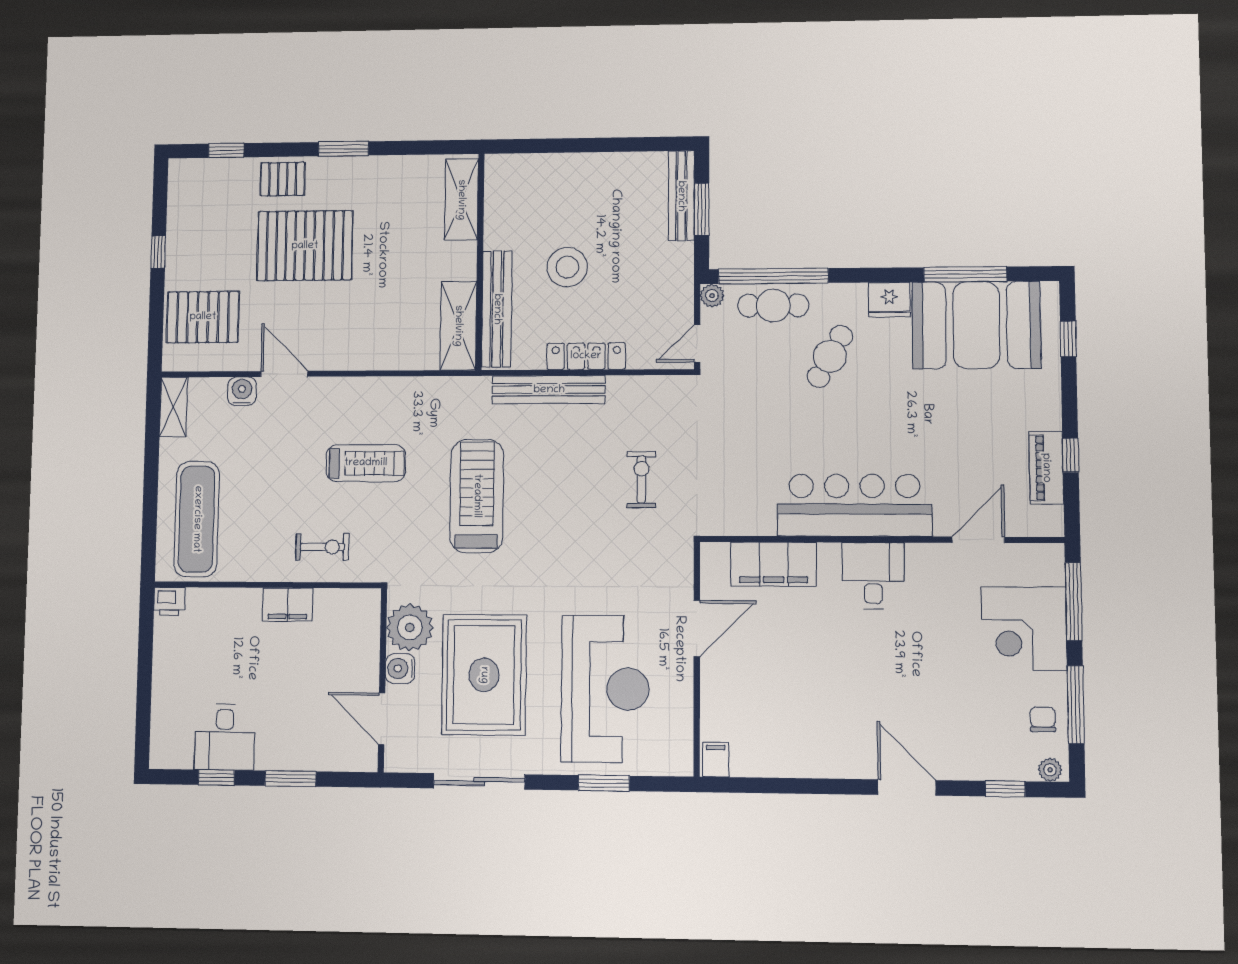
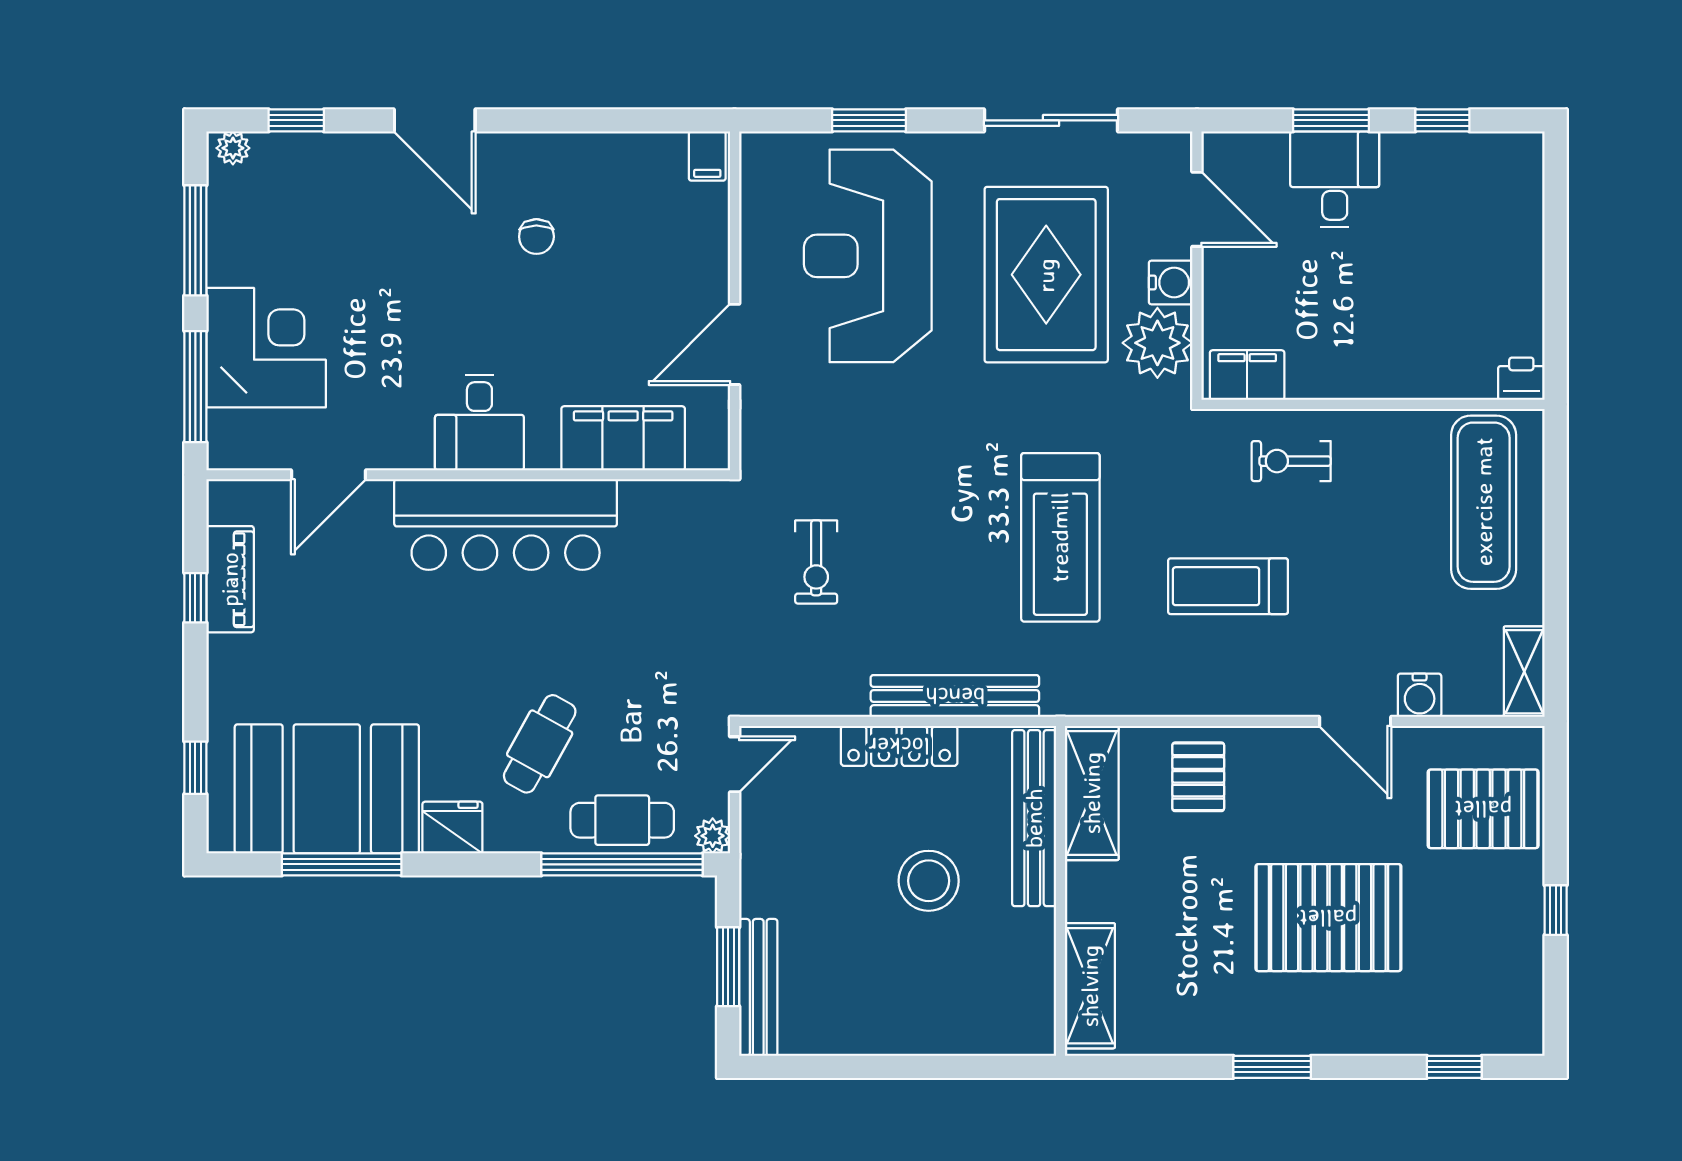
pallet: (283, 179) -> (1198, 777), moved, turned 90
filing cabinet: (288, 605) -> (1247, 375), moved
chair: (1043, 719) -> (536, 237), moved
desk: (225, 737) -> (1335, 179), moved

